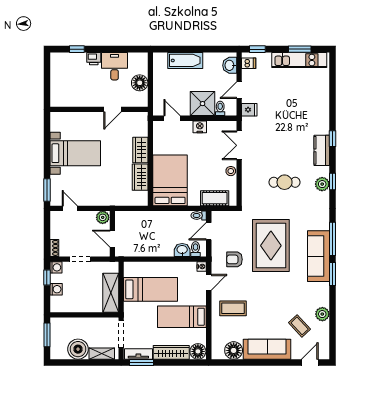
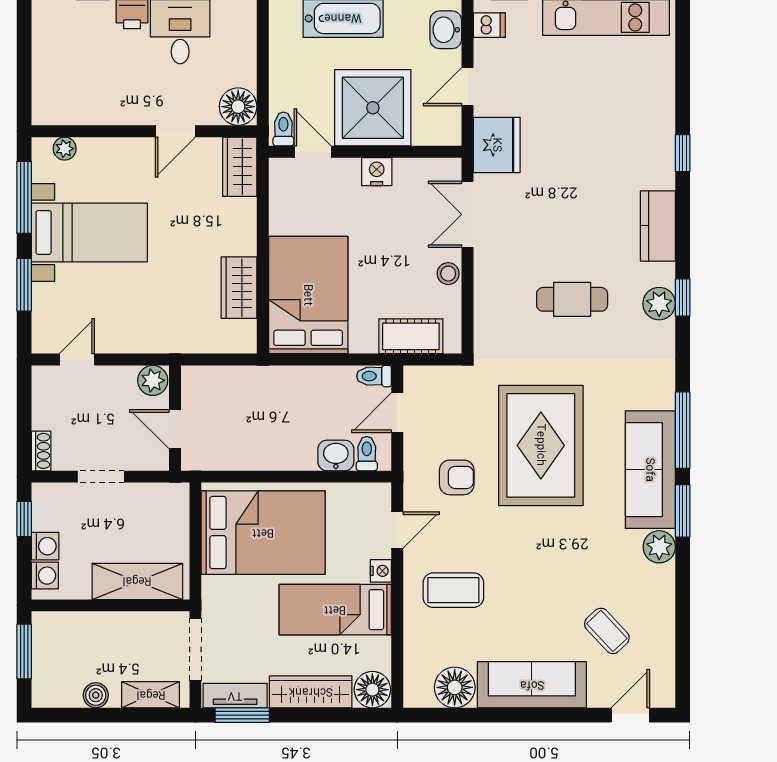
floor lamp: (140, 83) -> (238, 107), moved
shower: (203, 104) -> (373, 108), width x1.37, depth x1.37
toilet: (220, 108) -> (283, 129), moved
fridge: (249, 110) -> (497, 145), width x1.88, depth x1.34
plant: (65, 117) -> (65, 149), added
window: (47, 138) -> (24, 197), added
window: (332, 139) -> (683, 153), moved
wardrobe: (140, 150) -> (240, 167), moved
window: (47, 190) -> (24, 285), moved
door: (70, 208) -> (77, 360), hinge flipped
armchair: (234, 259) -> (457, 477), turned 180
nightstand: (202, 266) -> (381, 571), moved
washing machine: (56, 267) -> (45, 576), moved
bed: (151, 289) -> (263, 533), width x1.50
shelving: (111, 293) -> (137, 581), moved, turned 90
plant: (322, 314) -> (659, 547), moved
boiler: (78, 349) -> (96, 695), width x0.54, depth x0.54

